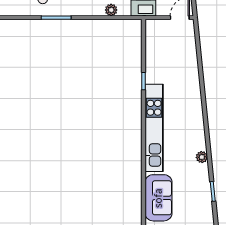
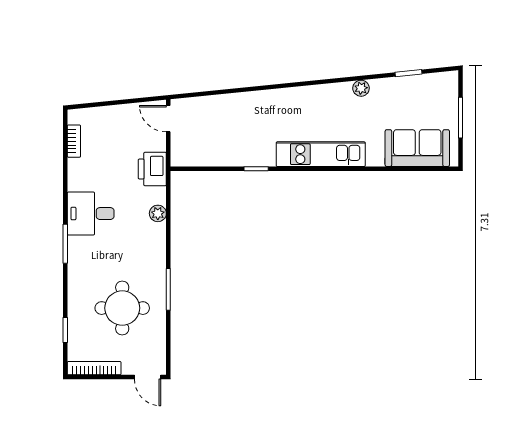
kitchen unit: (154, 128) -> (321, 154), width x0.73

